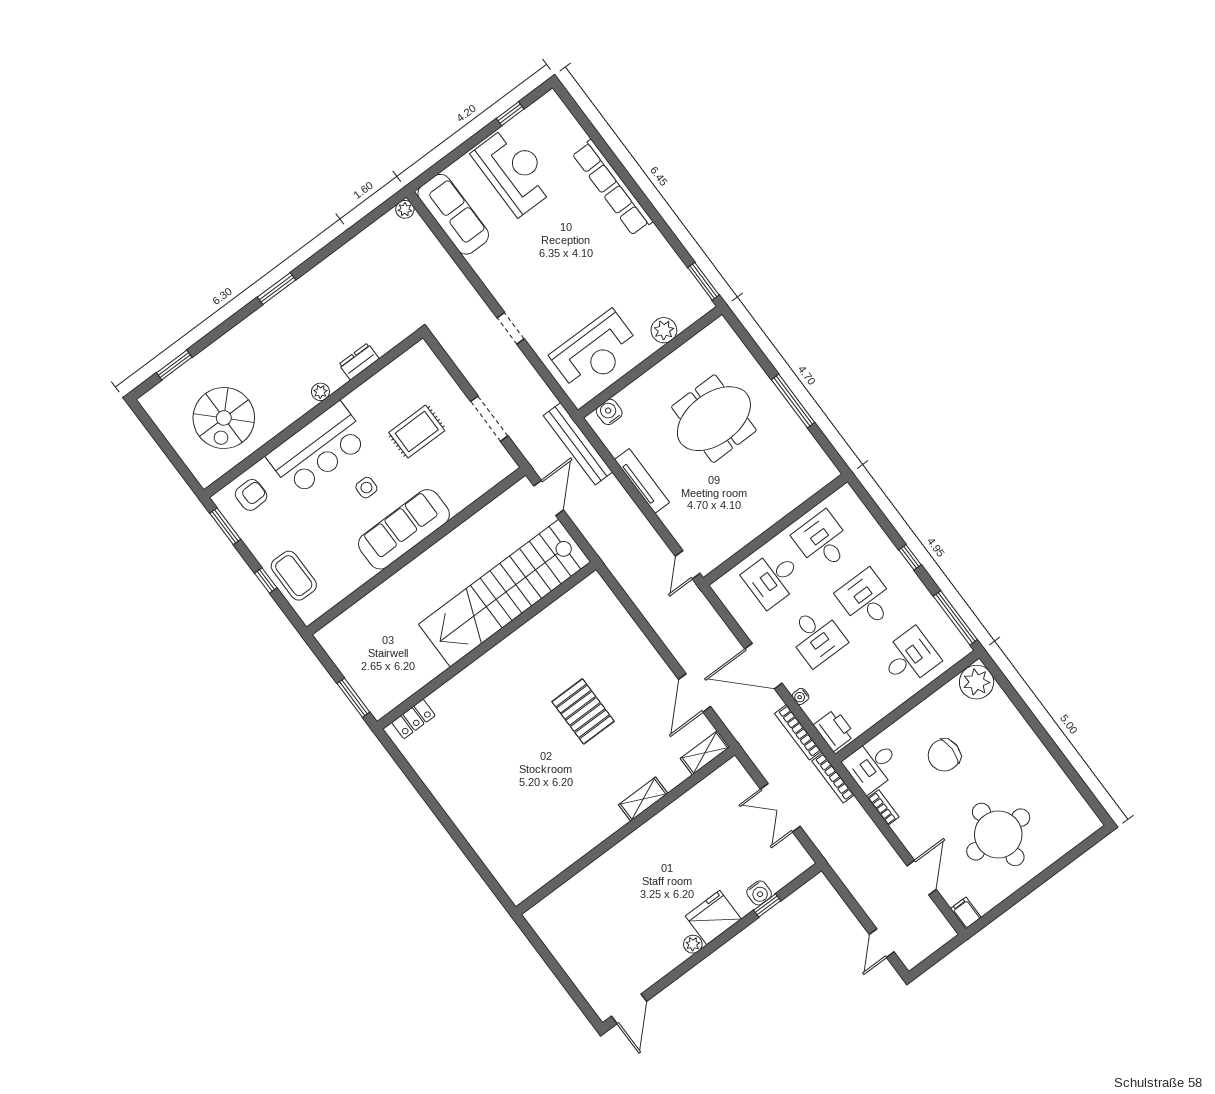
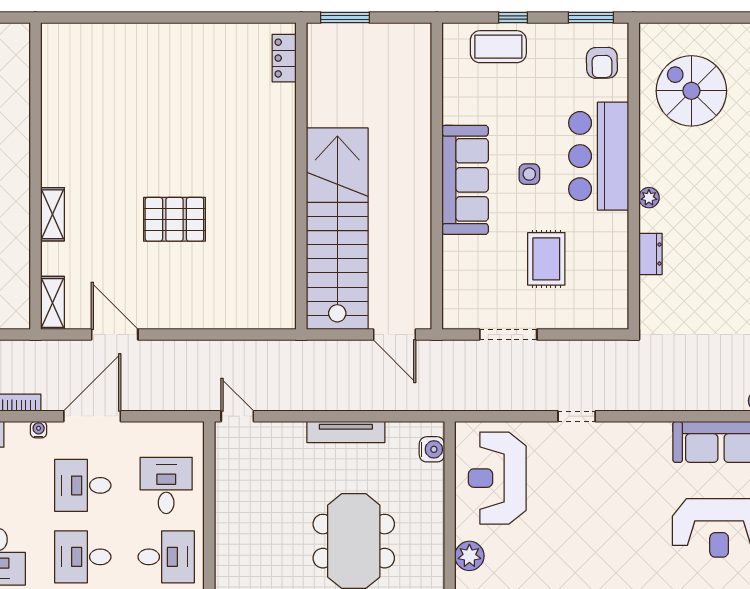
bench: (578, 444) -> (424, 399), removed
desk: (866, 599) -> (83, 557), turned 180

